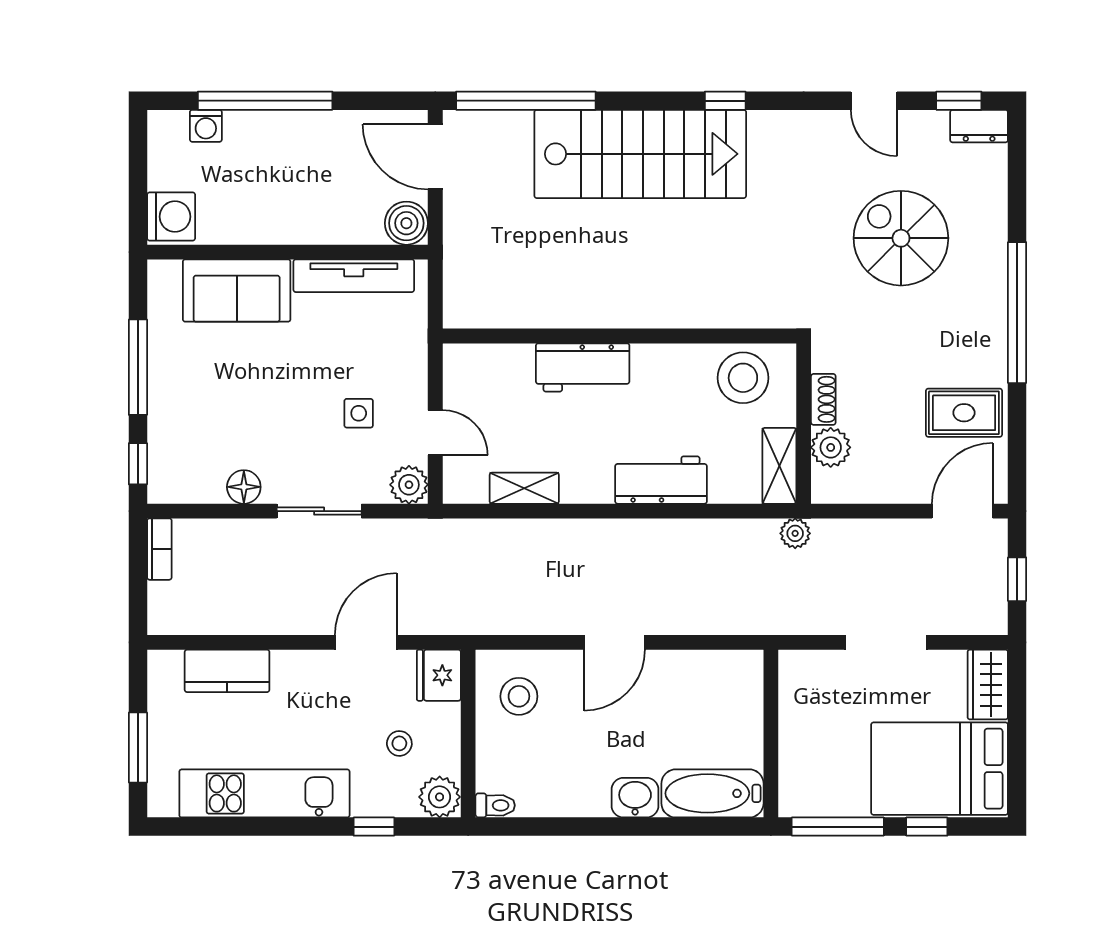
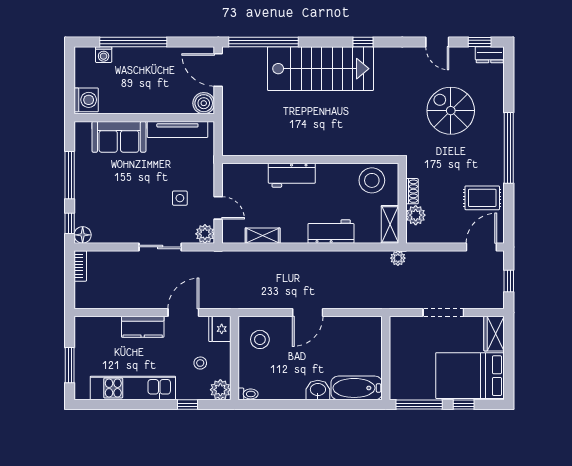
floor lamp: (244, 487) -> (83, 235), moved
kitchen counter: (227, 671) -> (143, 327), moved

